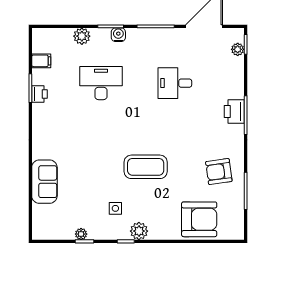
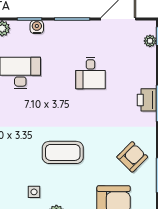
desk: (175, 83) -> (90, 73), turned -90
armchair: (219, 172) -> (132, 157), turned 143

